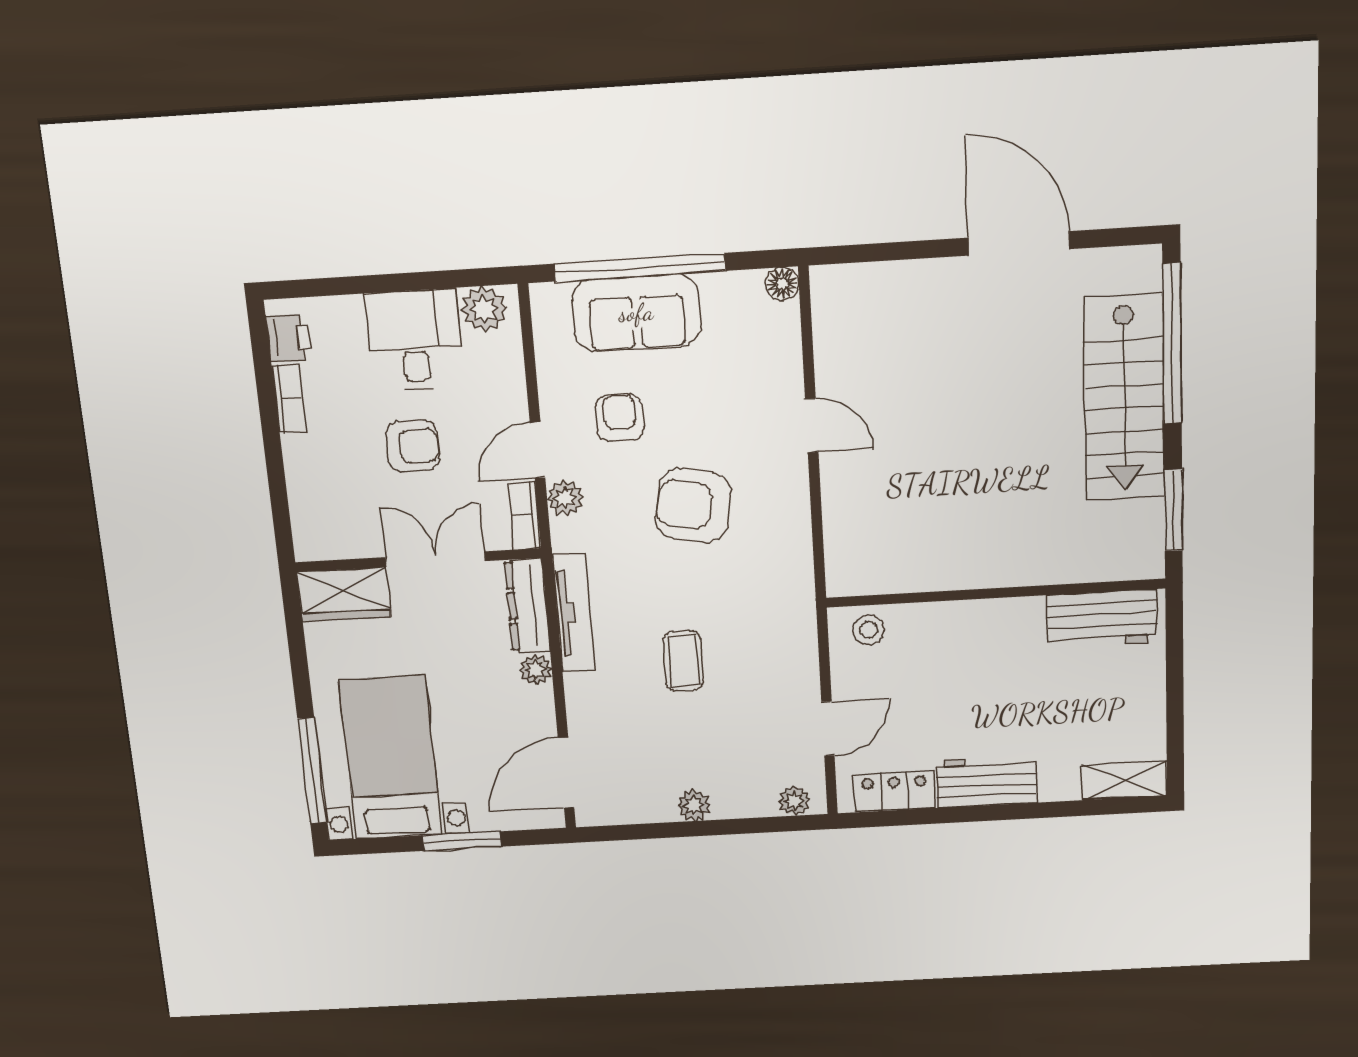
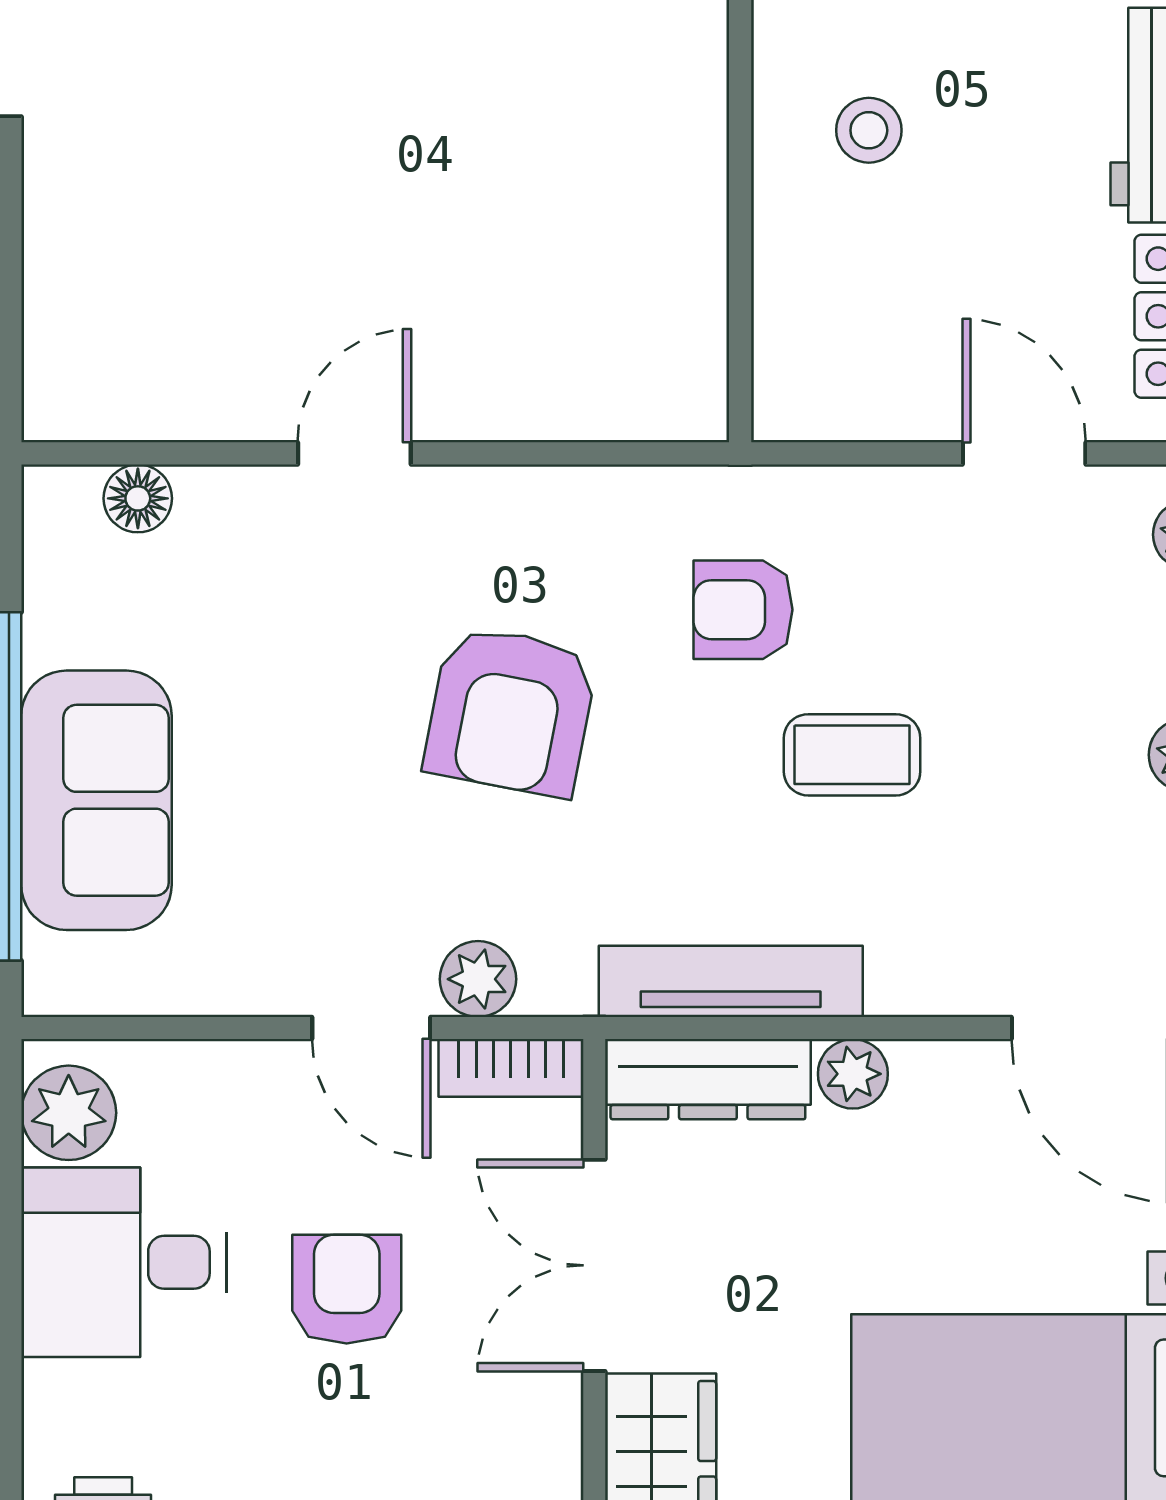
floor lamp: (782, 284) -> (138, 498), moved
armchair: (619, 418) -> (743, 610), moved
stool: (869, 630) -> (869, 130), moved

